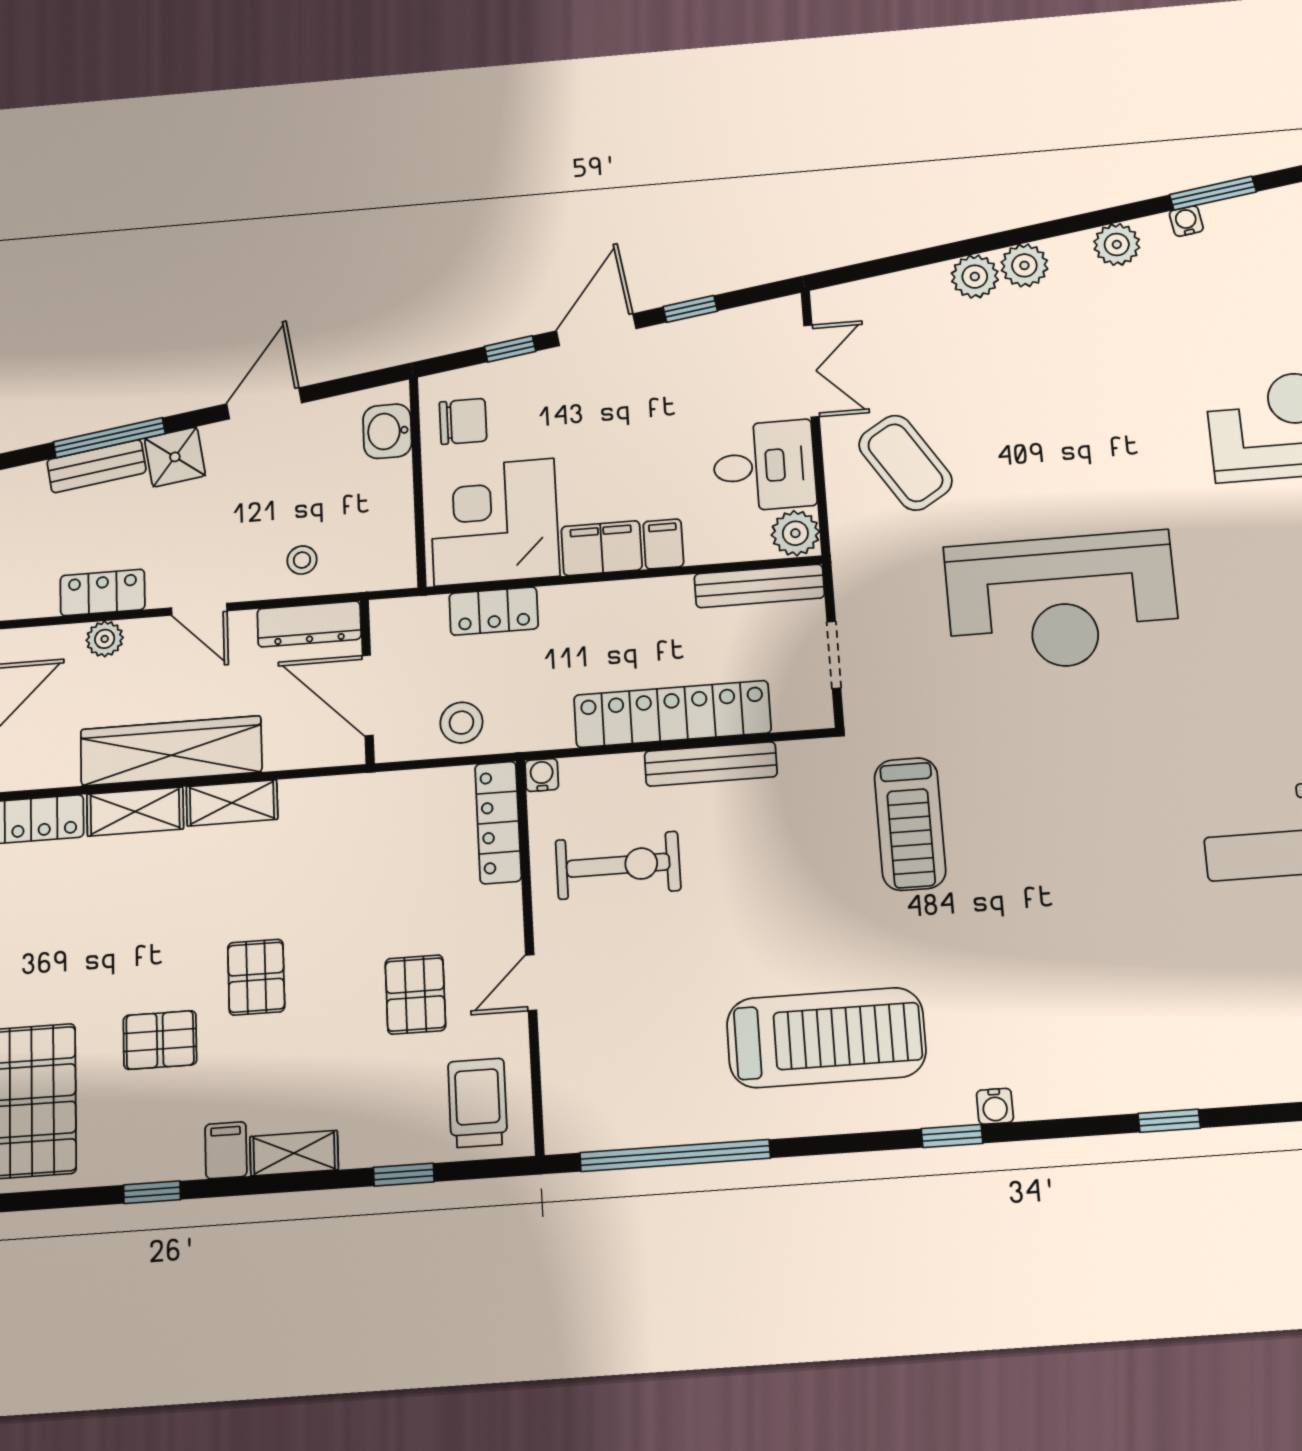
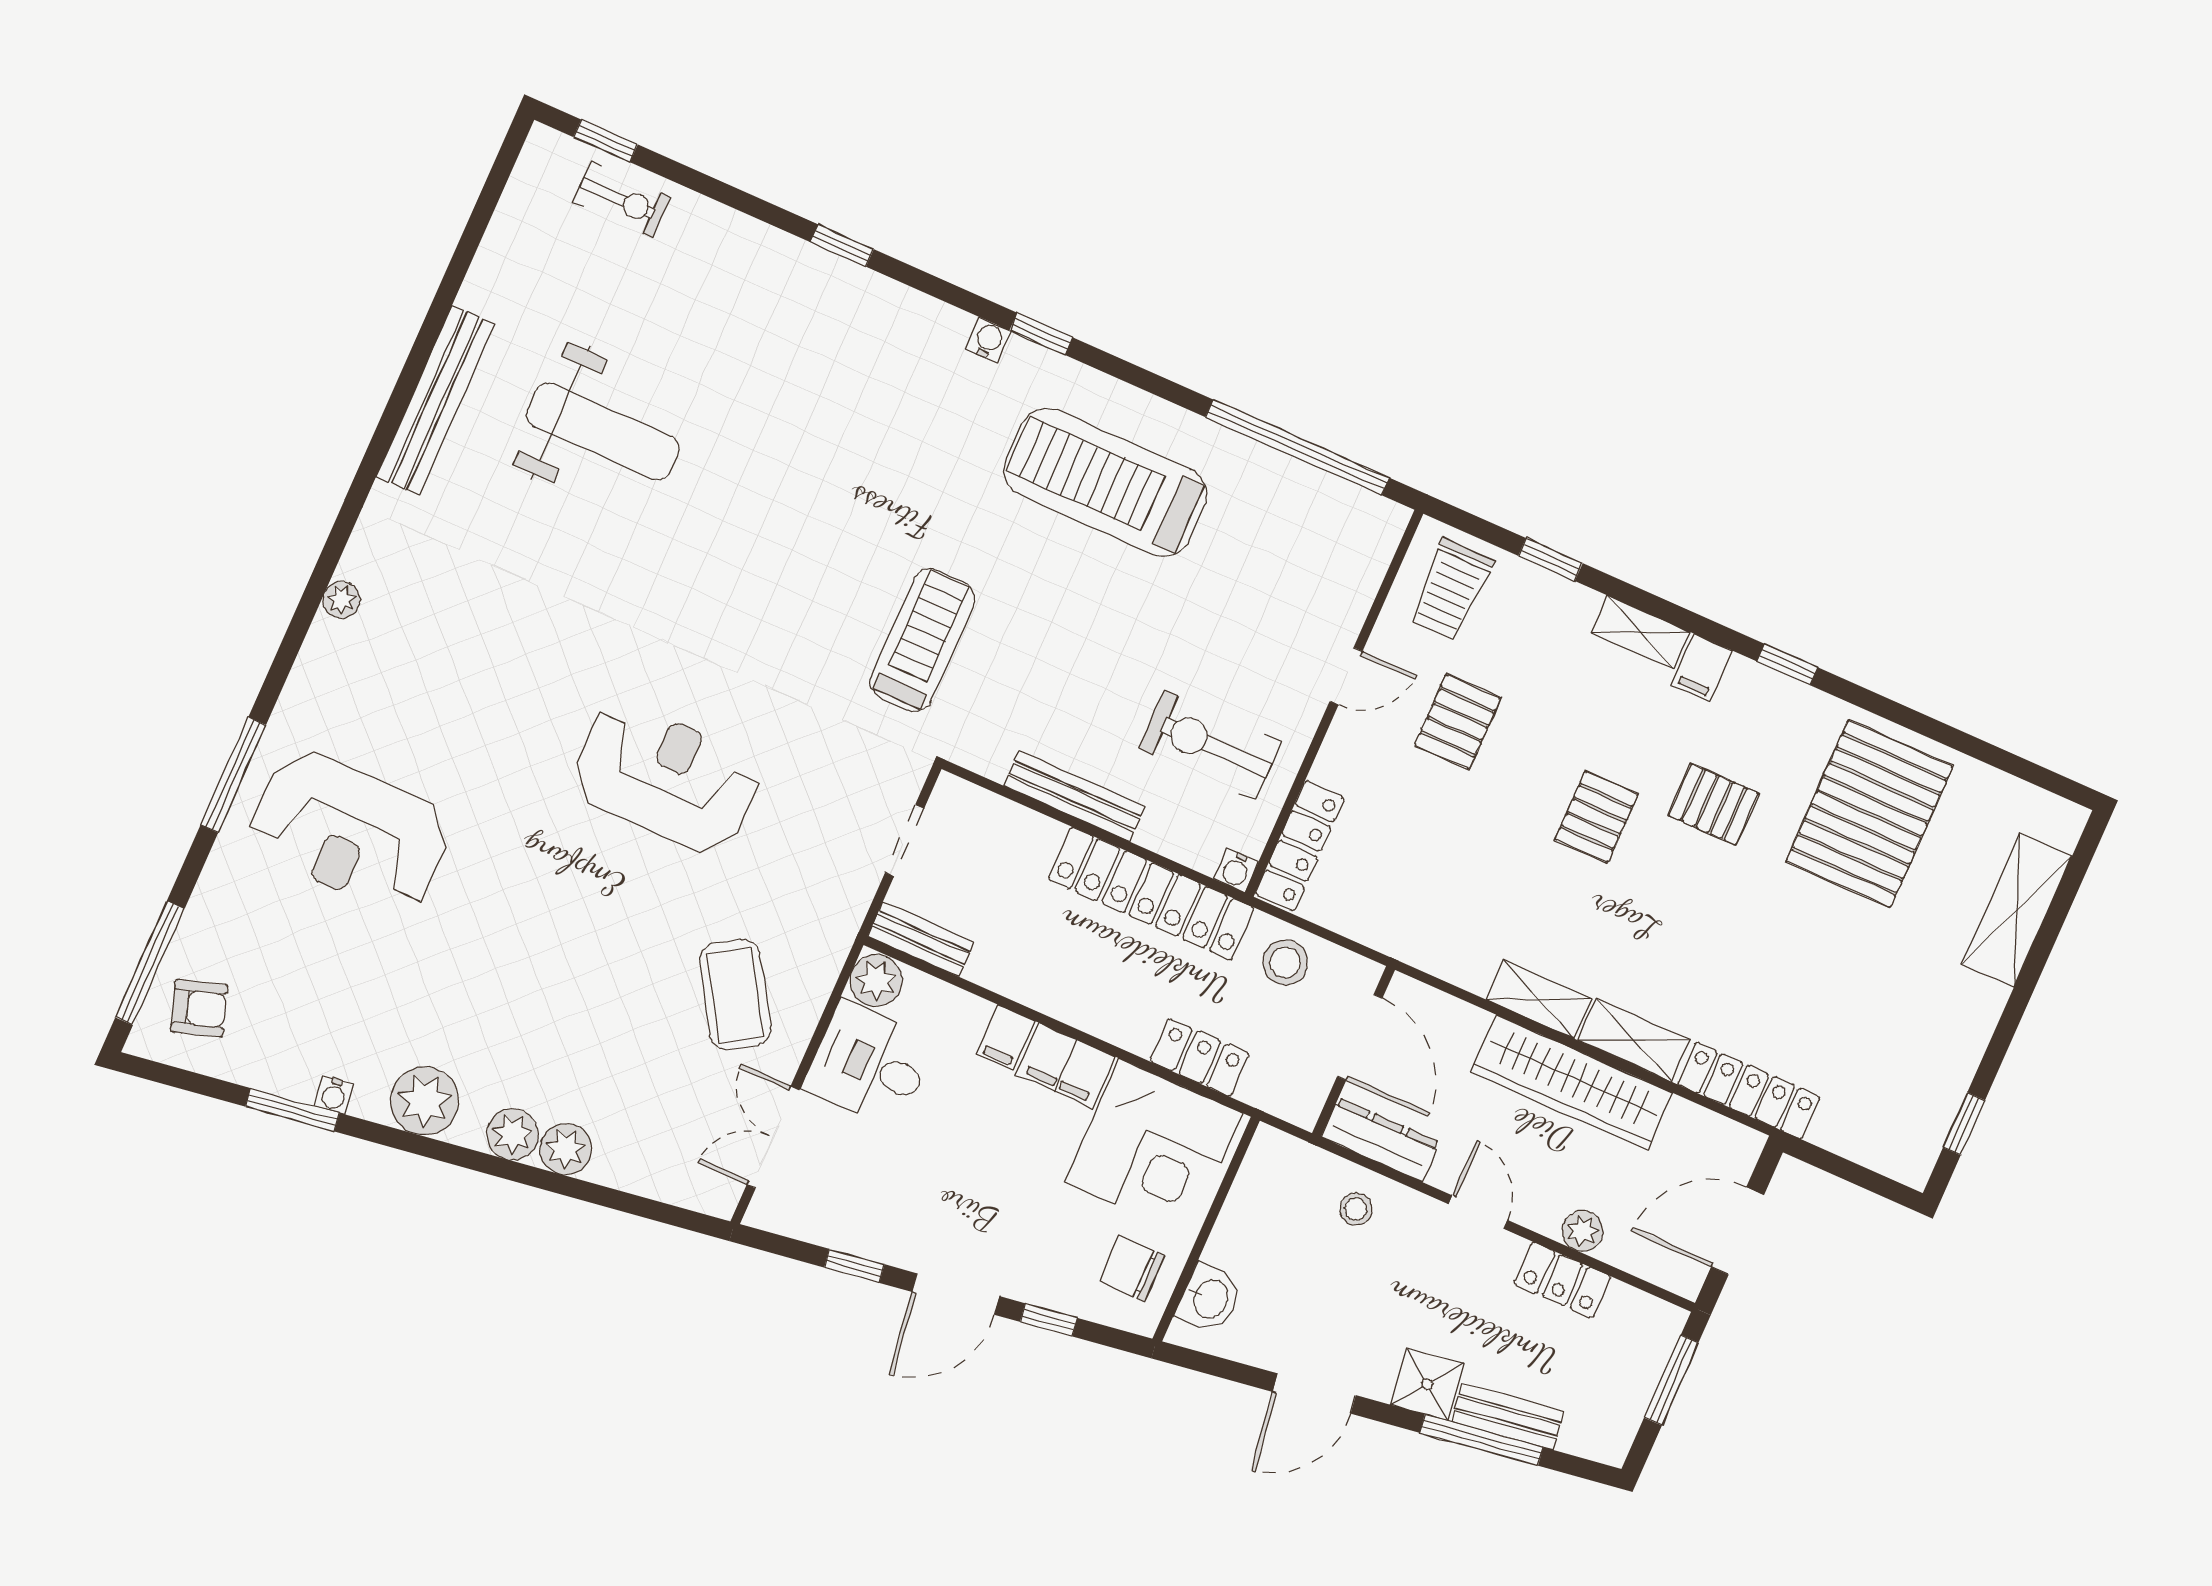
plant: (1117, 244) -> (424, 1101), width x1.36, depth x1.36
bench: (759, 586) -> (921, 939), width x0.73
reception desk: (1062, 602) -> (666, 778), width x0.74, depth x0.77
locker: (672, 714) -> (1151, 894), moved

